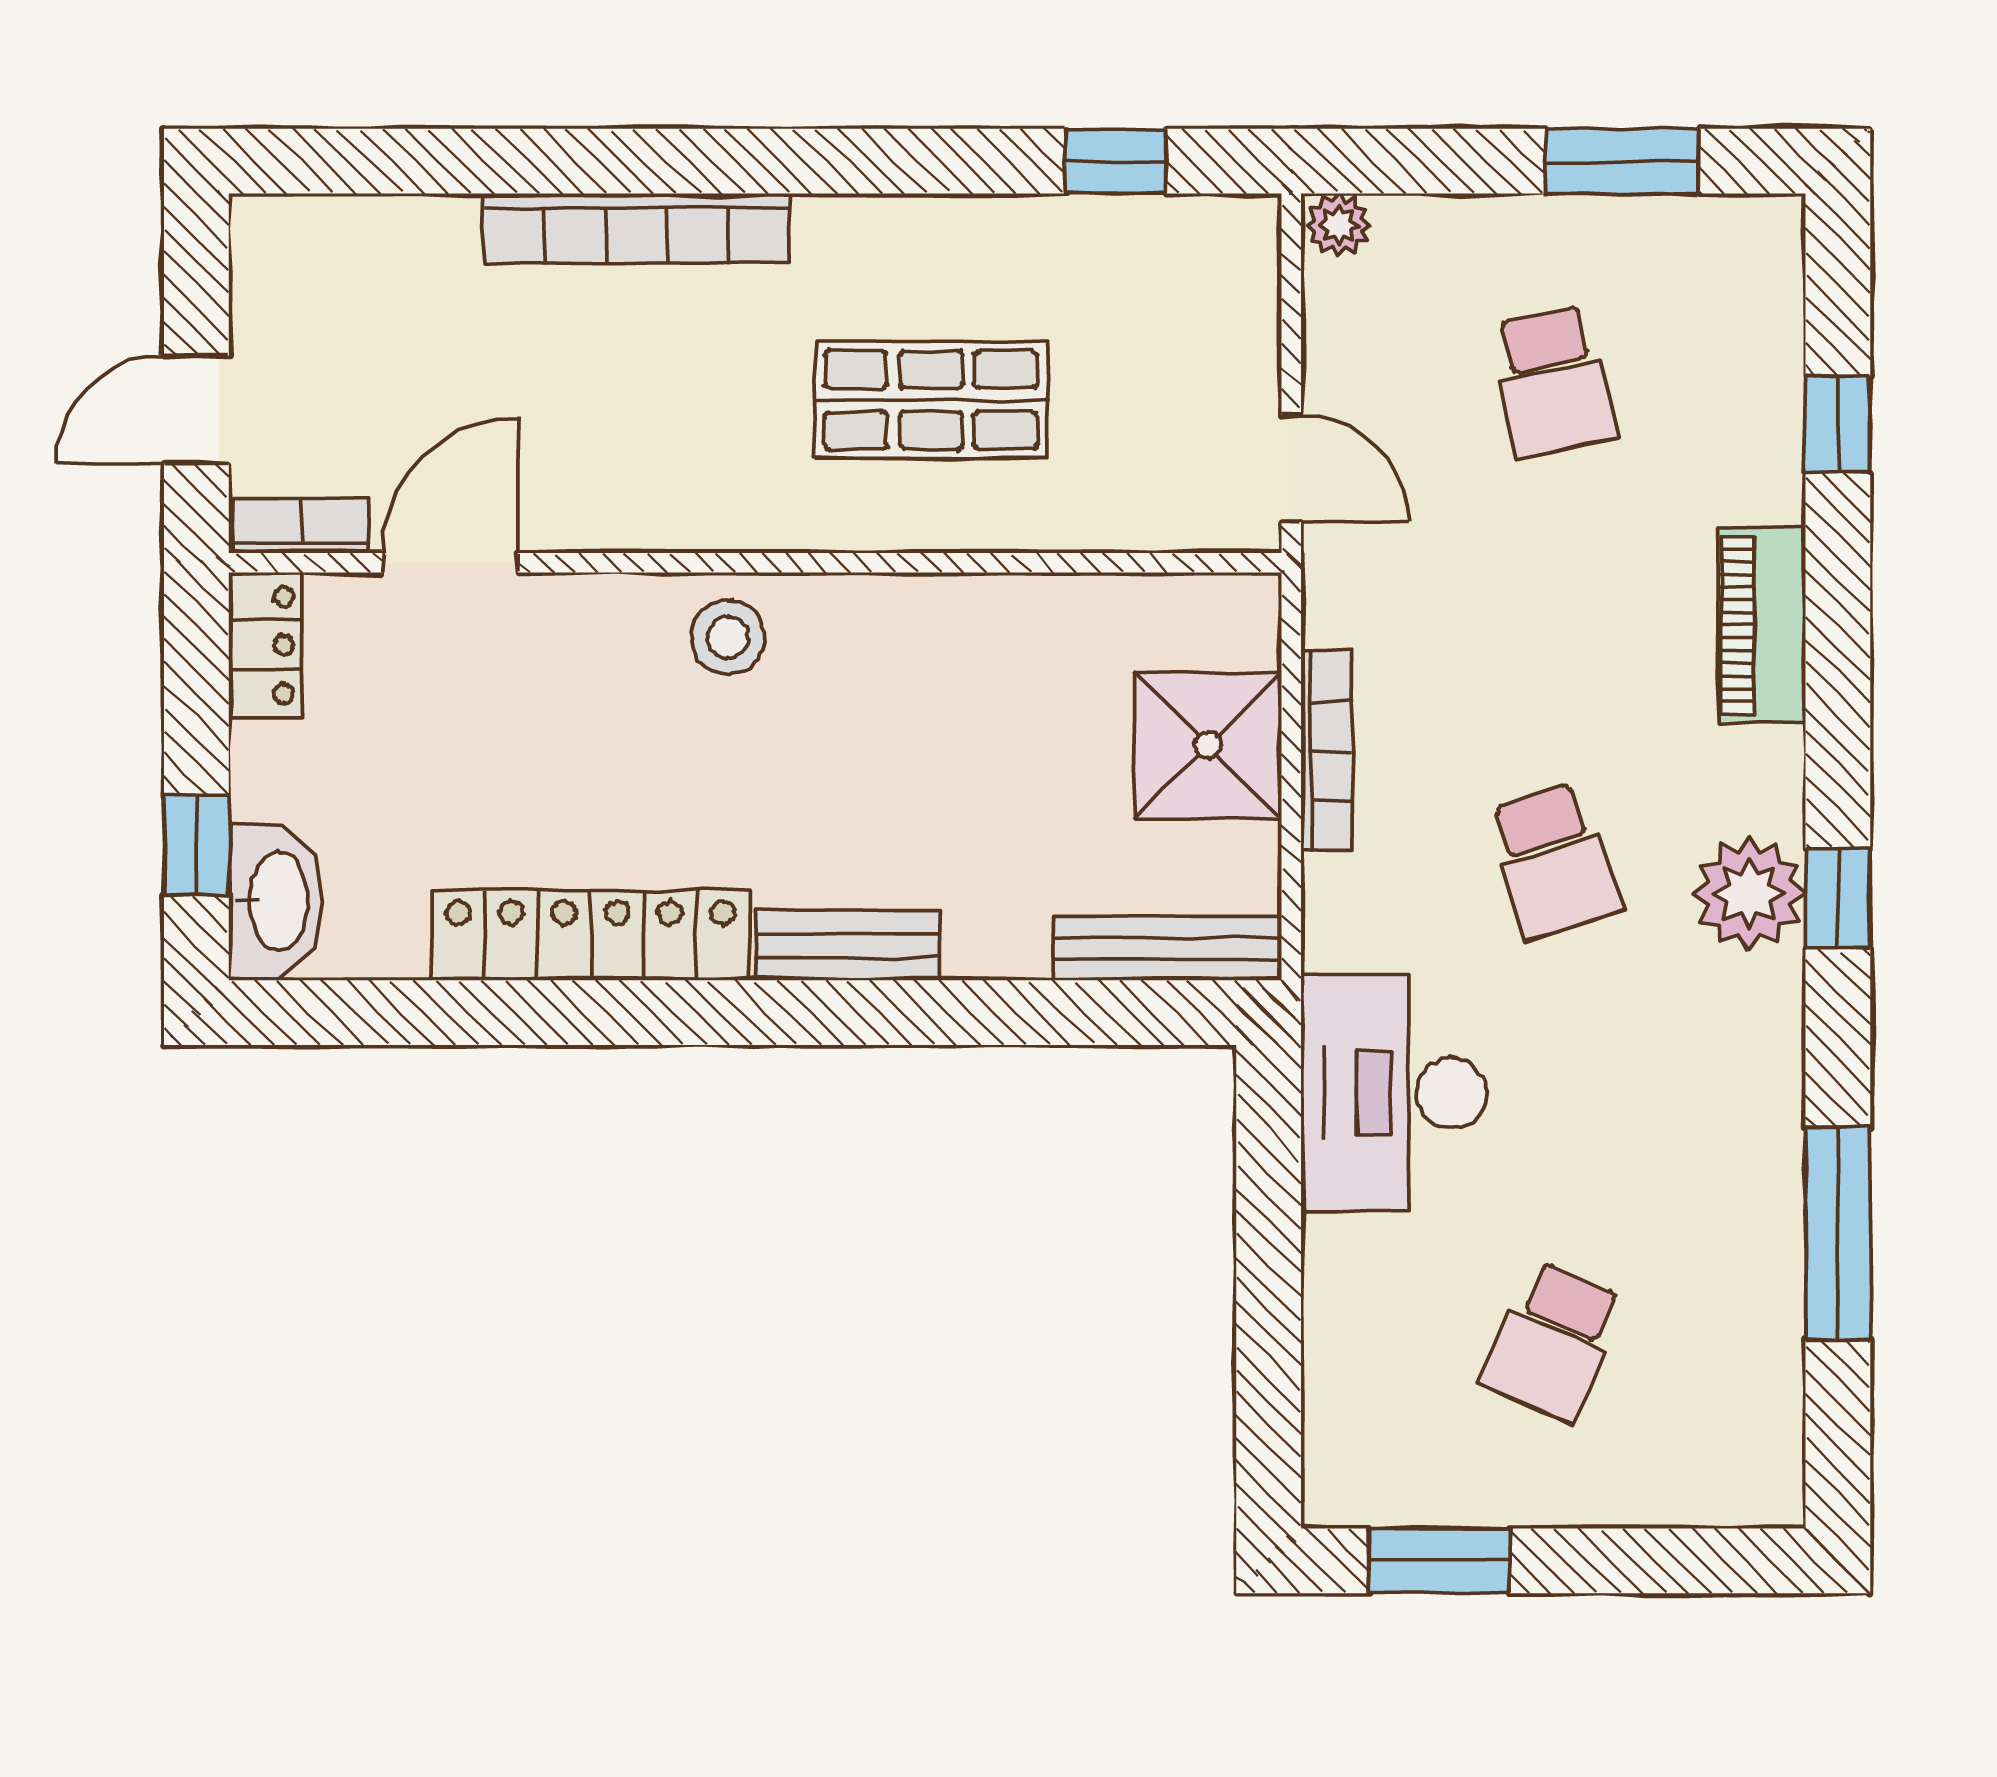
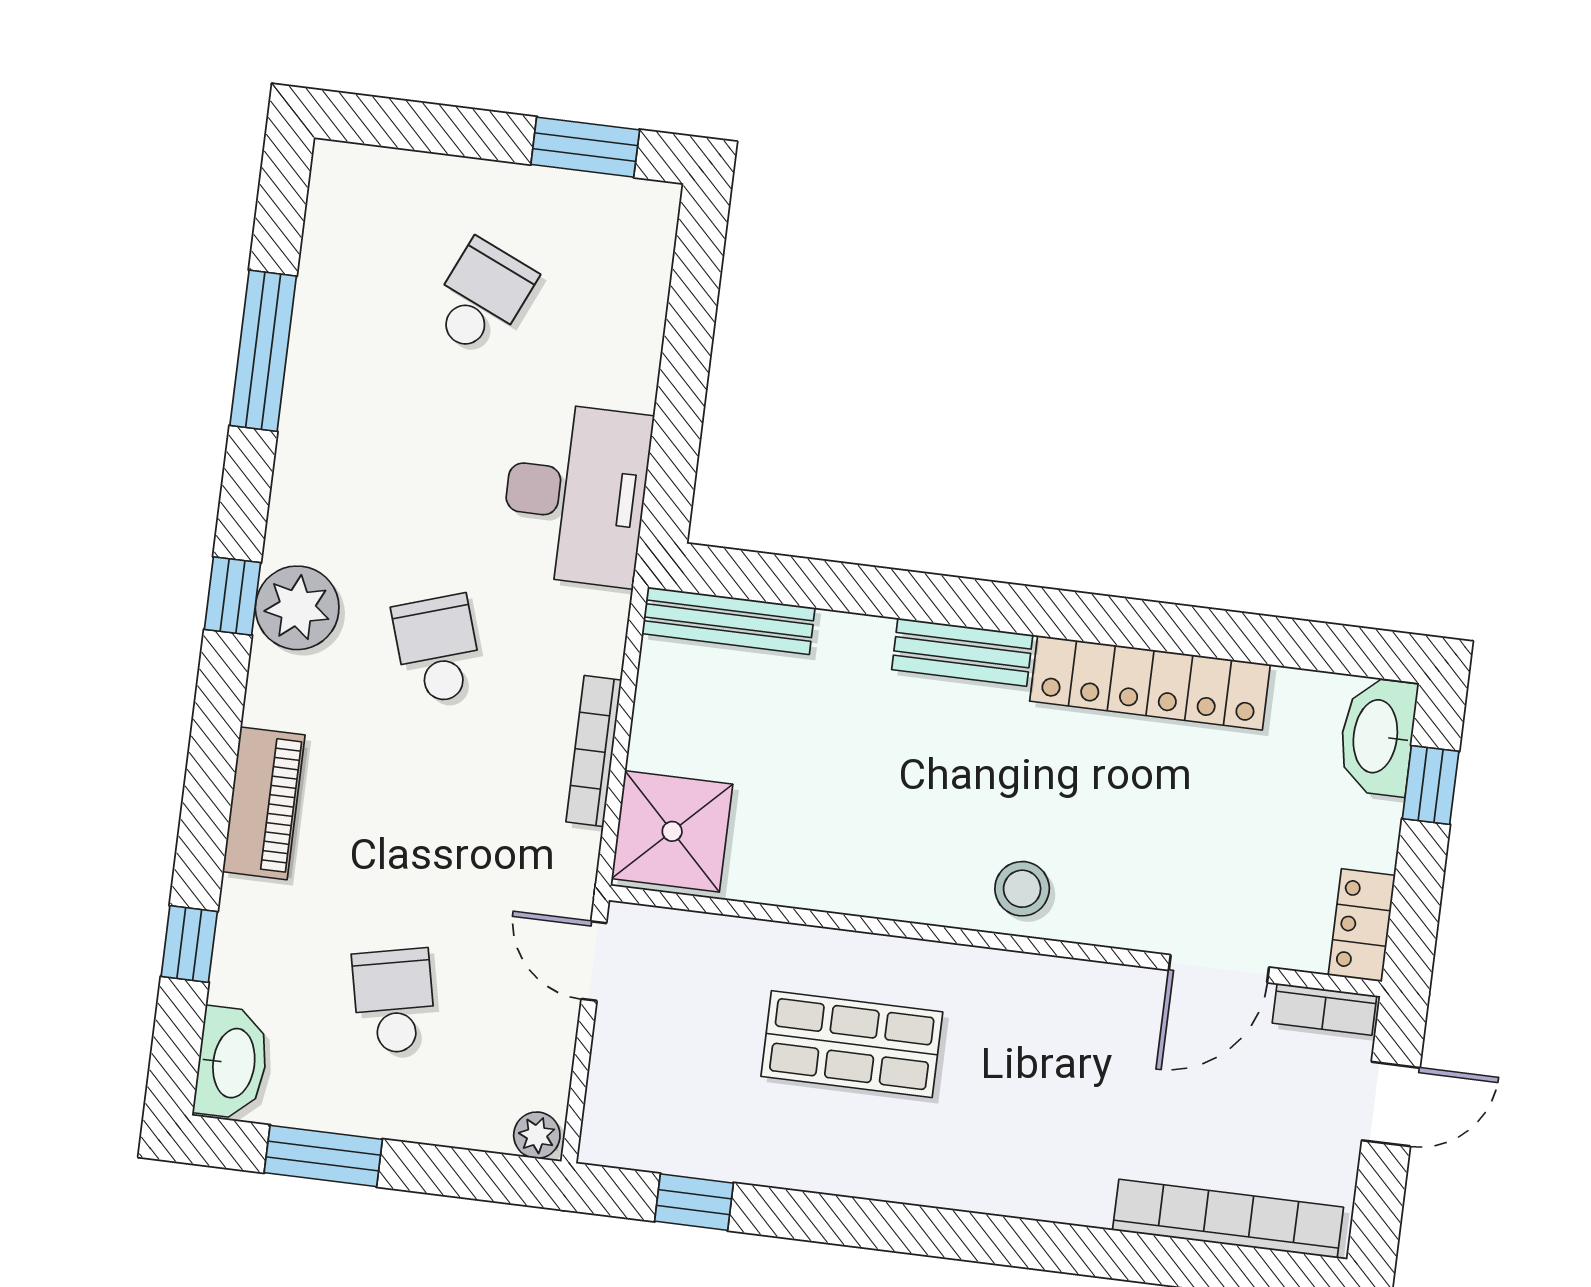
bookcase: (636, 228) -> (1228, 1219), moved
washbasin: (1761, 271) -> (232, 1063), added
shower: (1208, 745) -> (672, 831), moved

